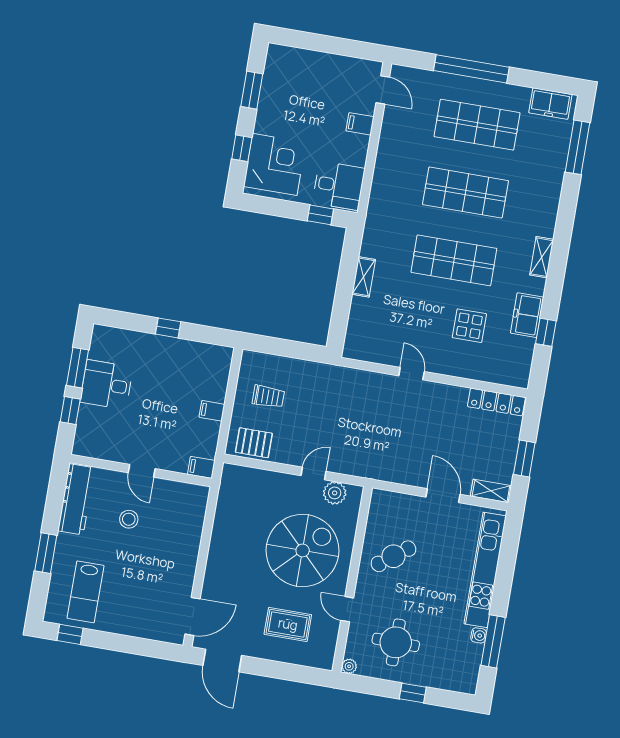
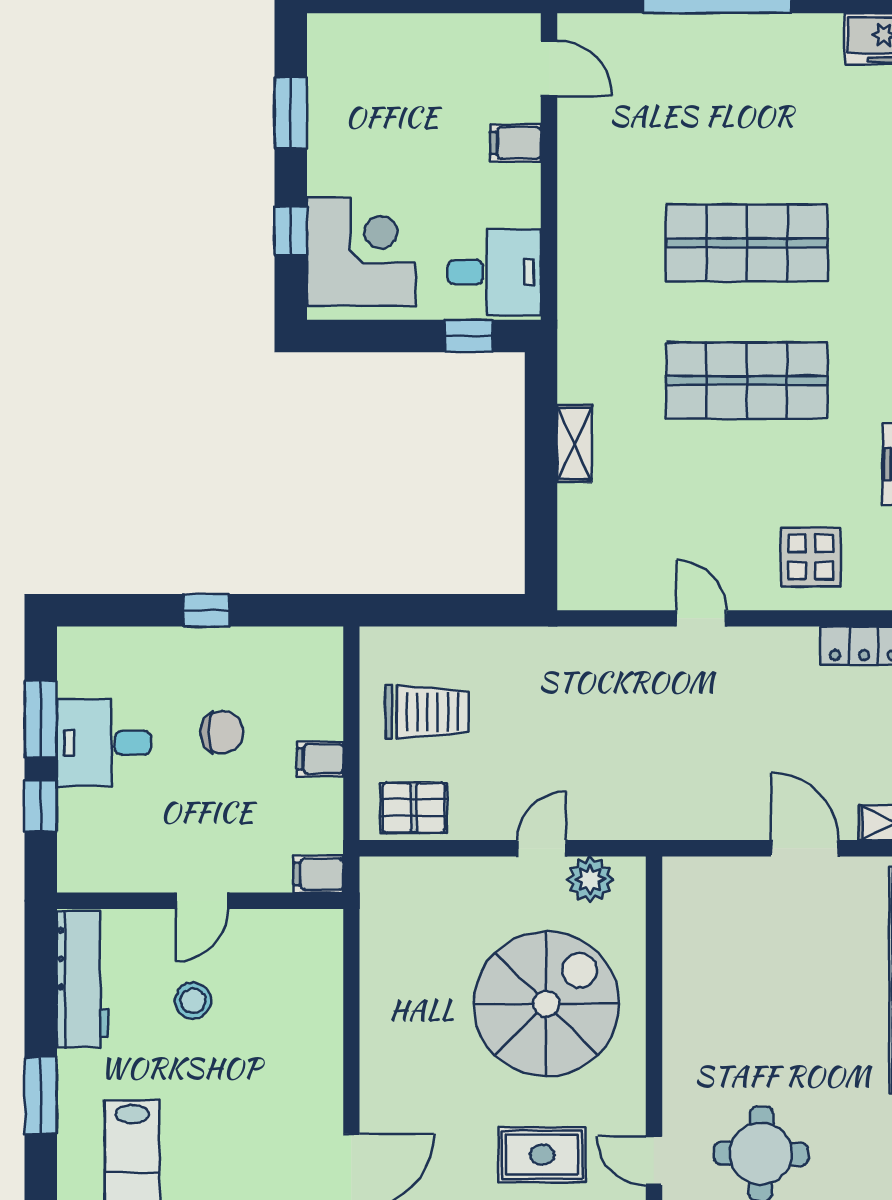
shop shelf: (477, 125) -> (747, 105), removed
display table: (469, 326) -> (810, 557), moved
chair: (166, 389) -> (222, 732), added
trolley: (268, 397) -> (427, 712), width x1.36, depth x1.39
door: (142, 471) -> (202, 901), hinge flipped
cafe table: (393, 556) -> (727, 985), removed
door: (347, 609) -> (654, 1161), moved

